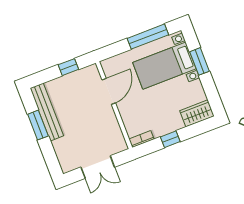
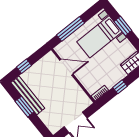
window: (148, 37) -> (71, 29), moved
window: (68, 67) -> (24, 66), moved
door: (109, 91) -> (66, 67), hinge flipped

